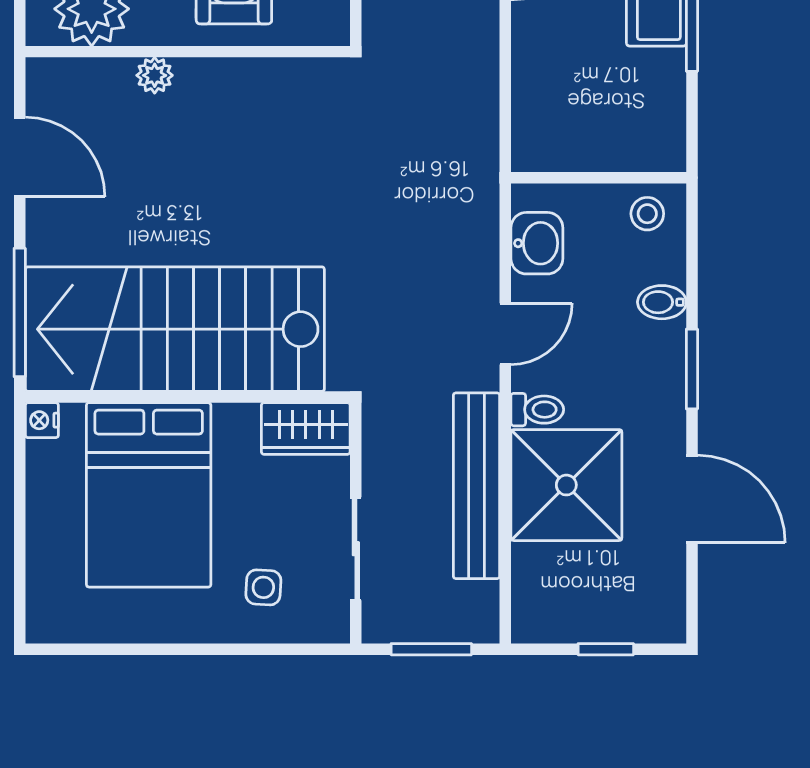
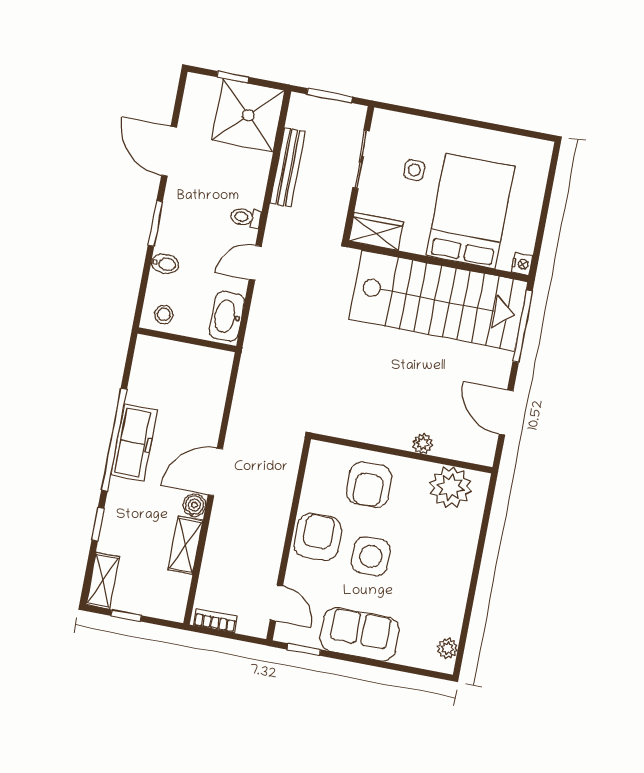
washbasin: (537, 243) -> (227, 316), width x1.38
shower: (566, 485) -> (248, 115), moved
bench: (476, 486) -> (288, 167), width x0.73, depth x0.82
side table: (263, 587) -> (414, 170), moved

